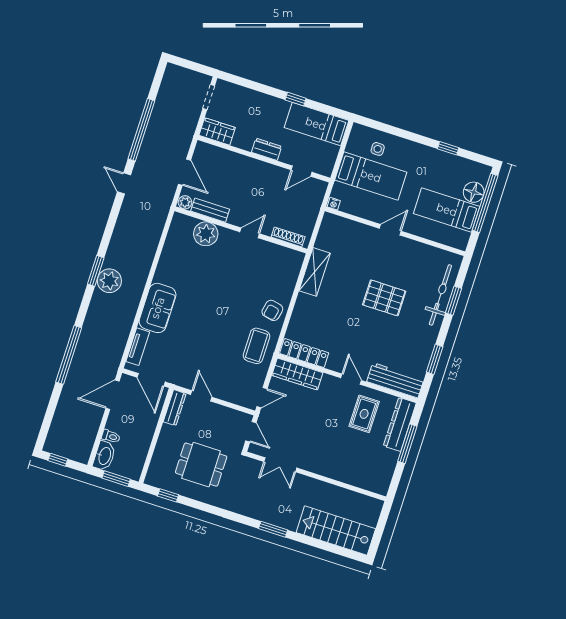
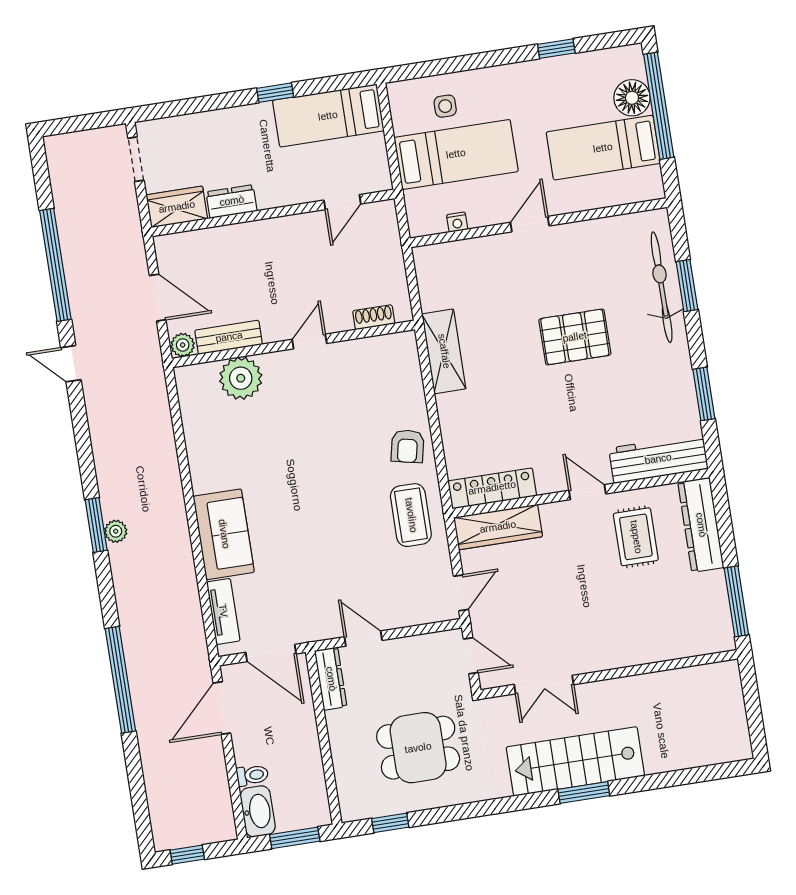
dresser: (267, 149) -> (232, 201), moved
nightstand: (334, 204) -> (457, 222), moved
shoe rack: (288, 237) -> (374, 317), width x0.70
plant: (109, 281) -> (116, 531), width x0.53, depth x0.53
window: (407, 444) -> (736, 601), moved
stairs: (336, 531) -> (575, 761), moved

